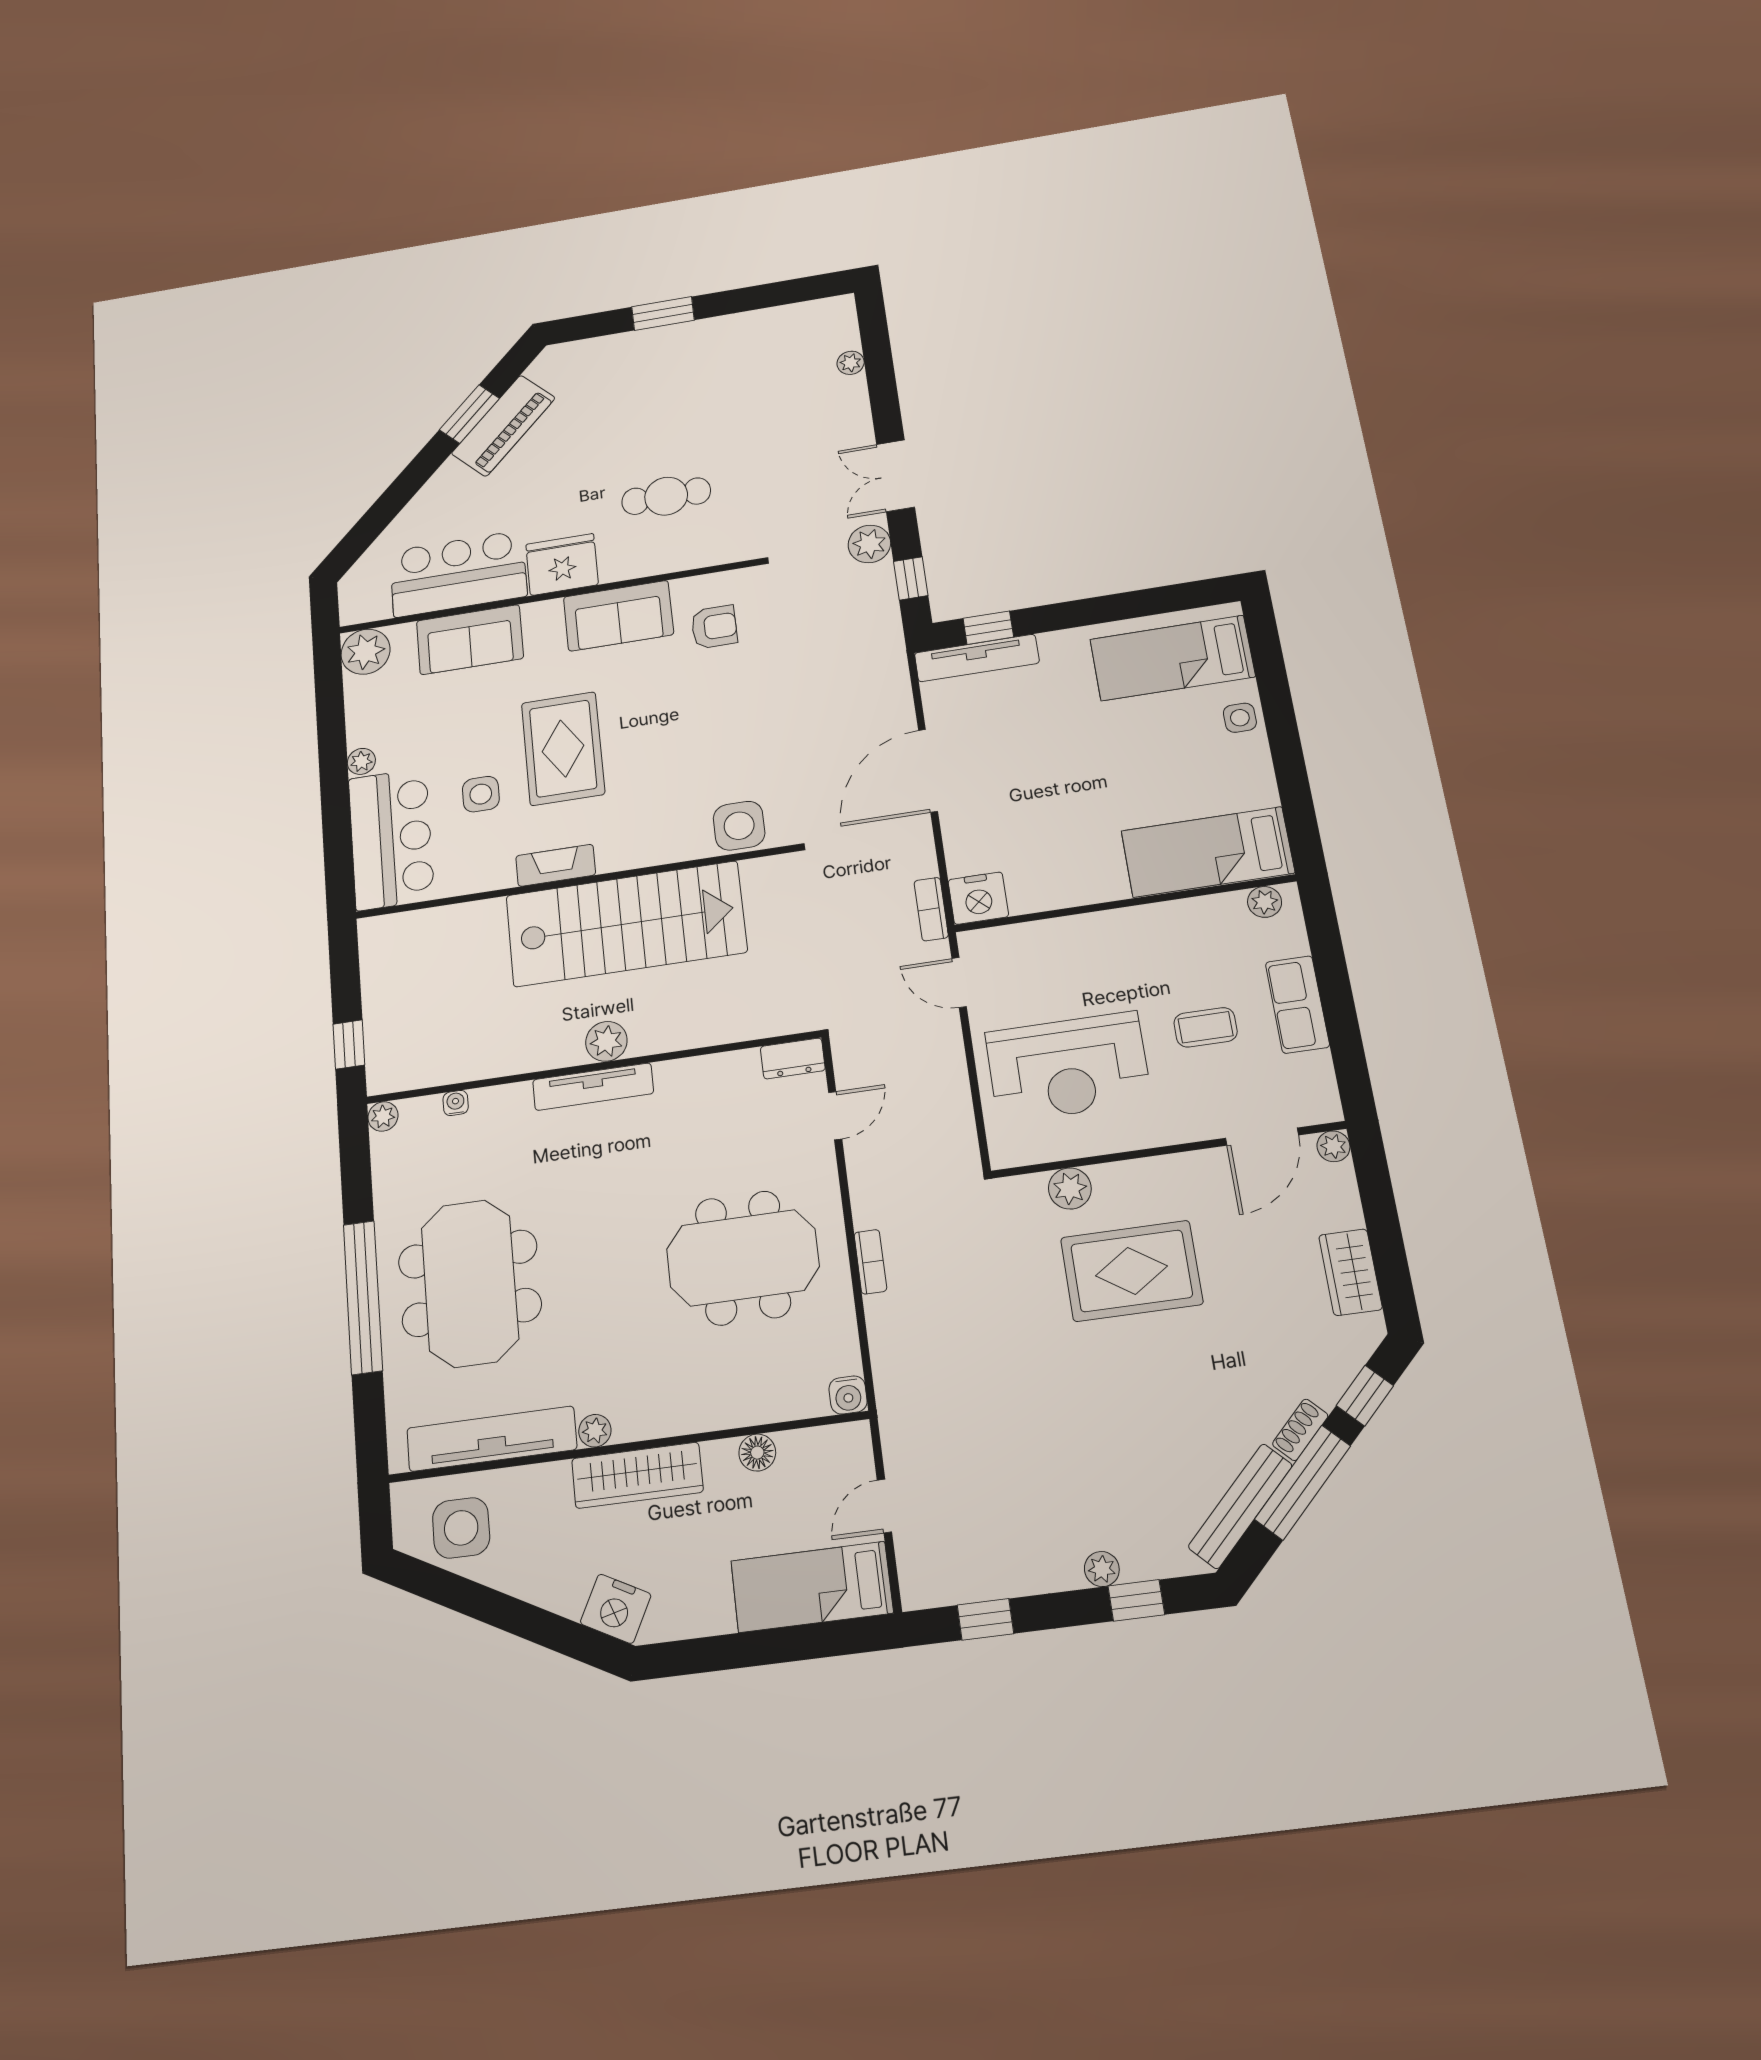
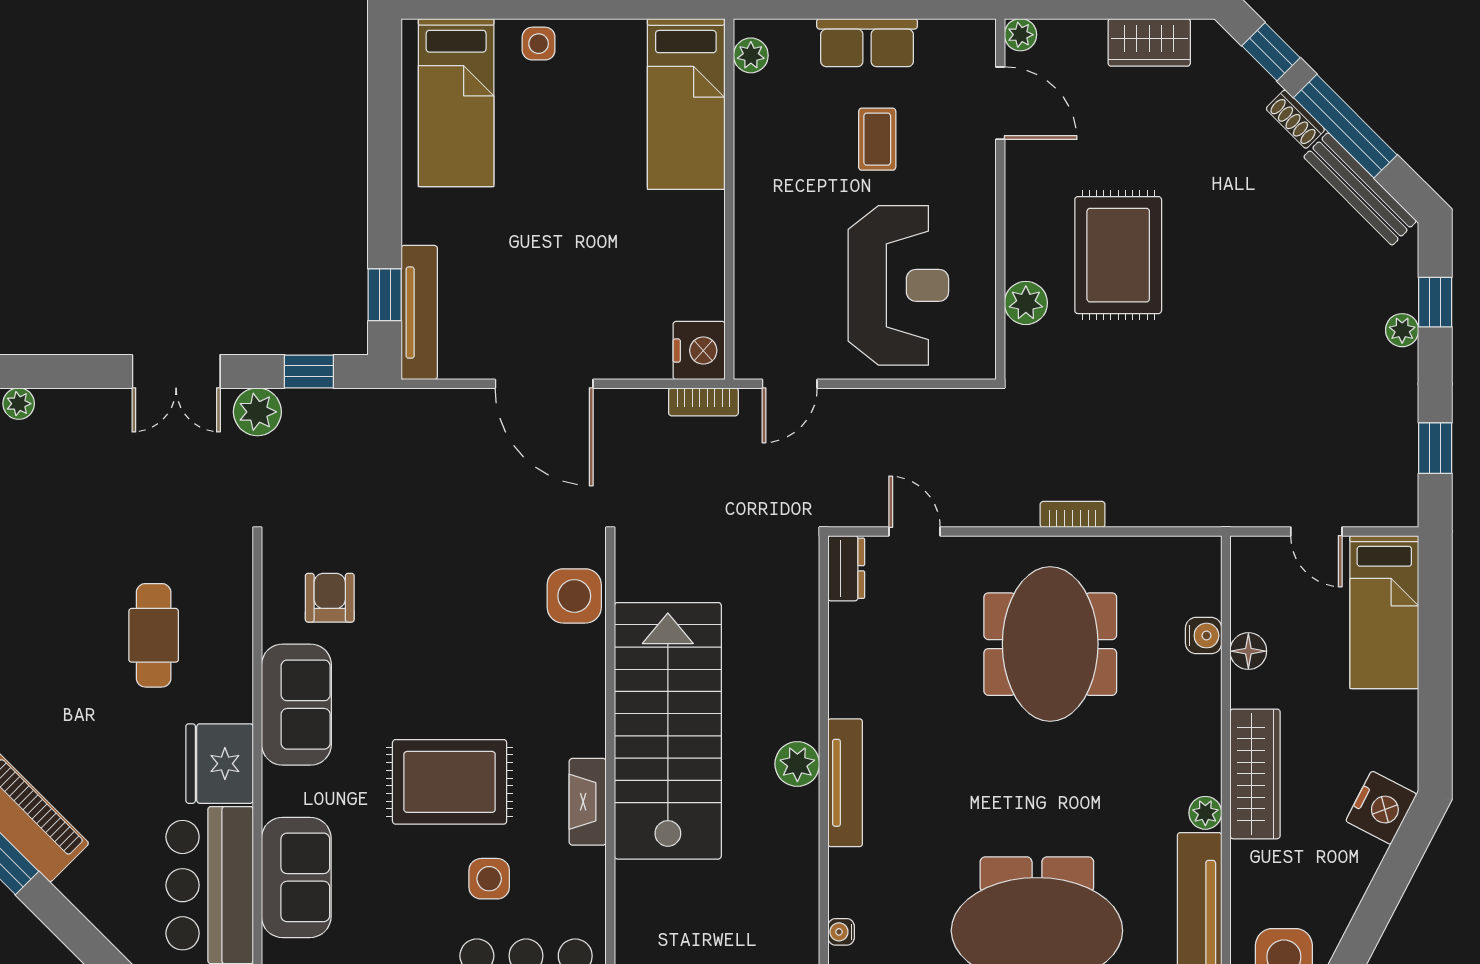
water cooler: (848, 1395) -> (1204, 636), moved

